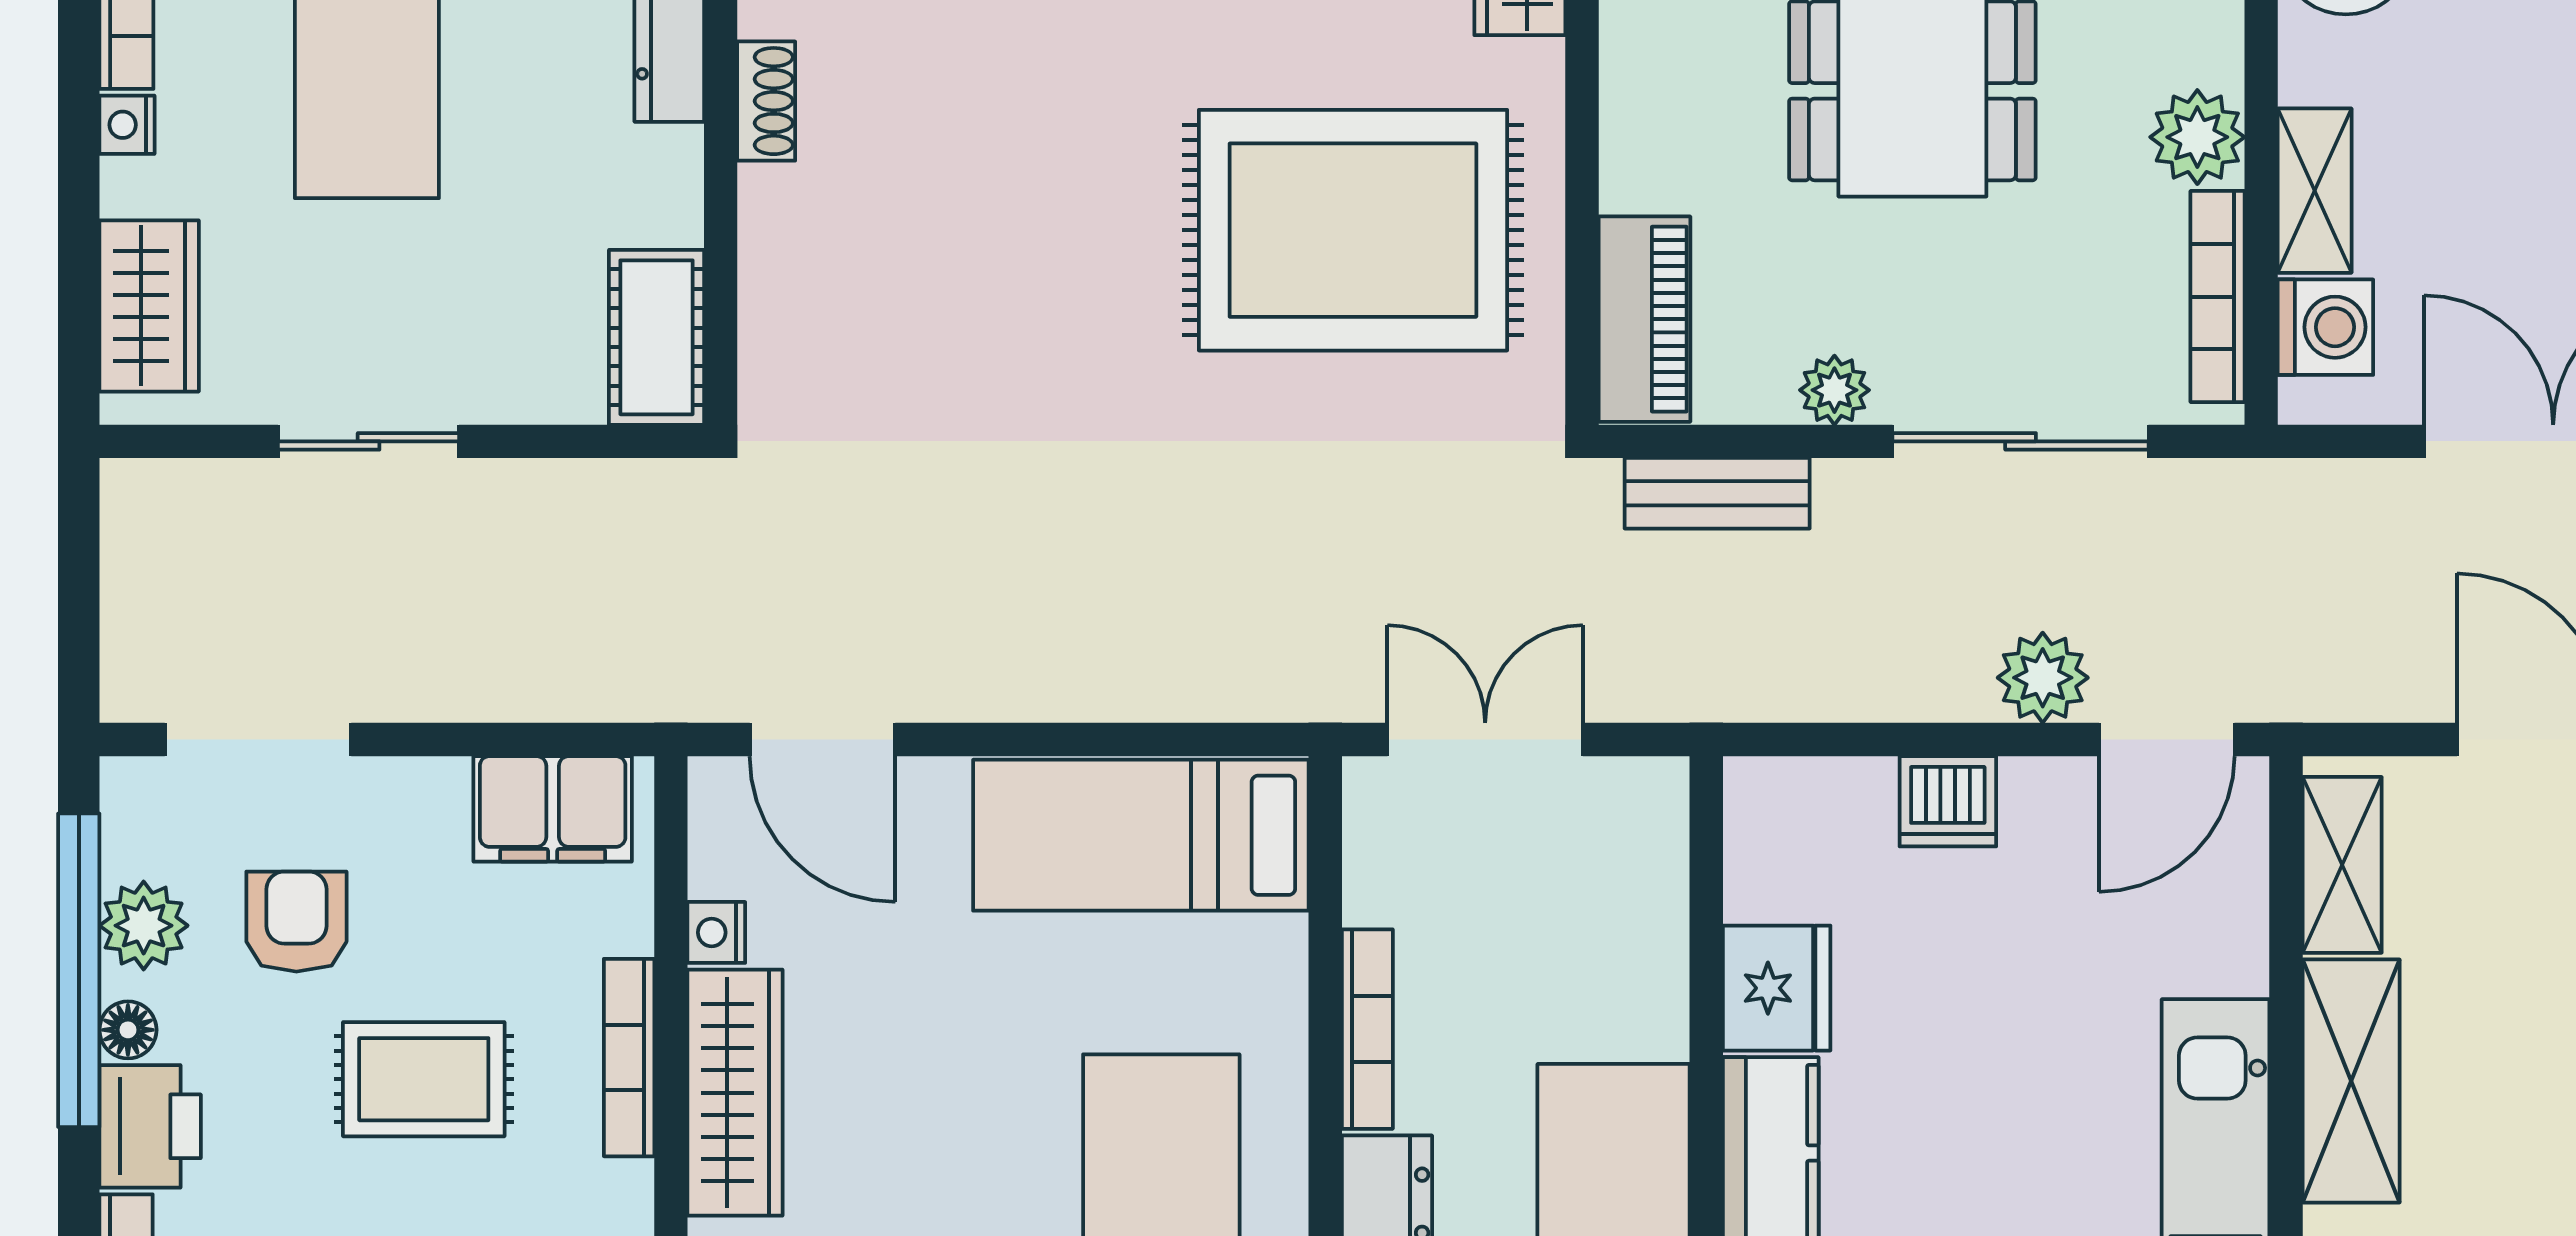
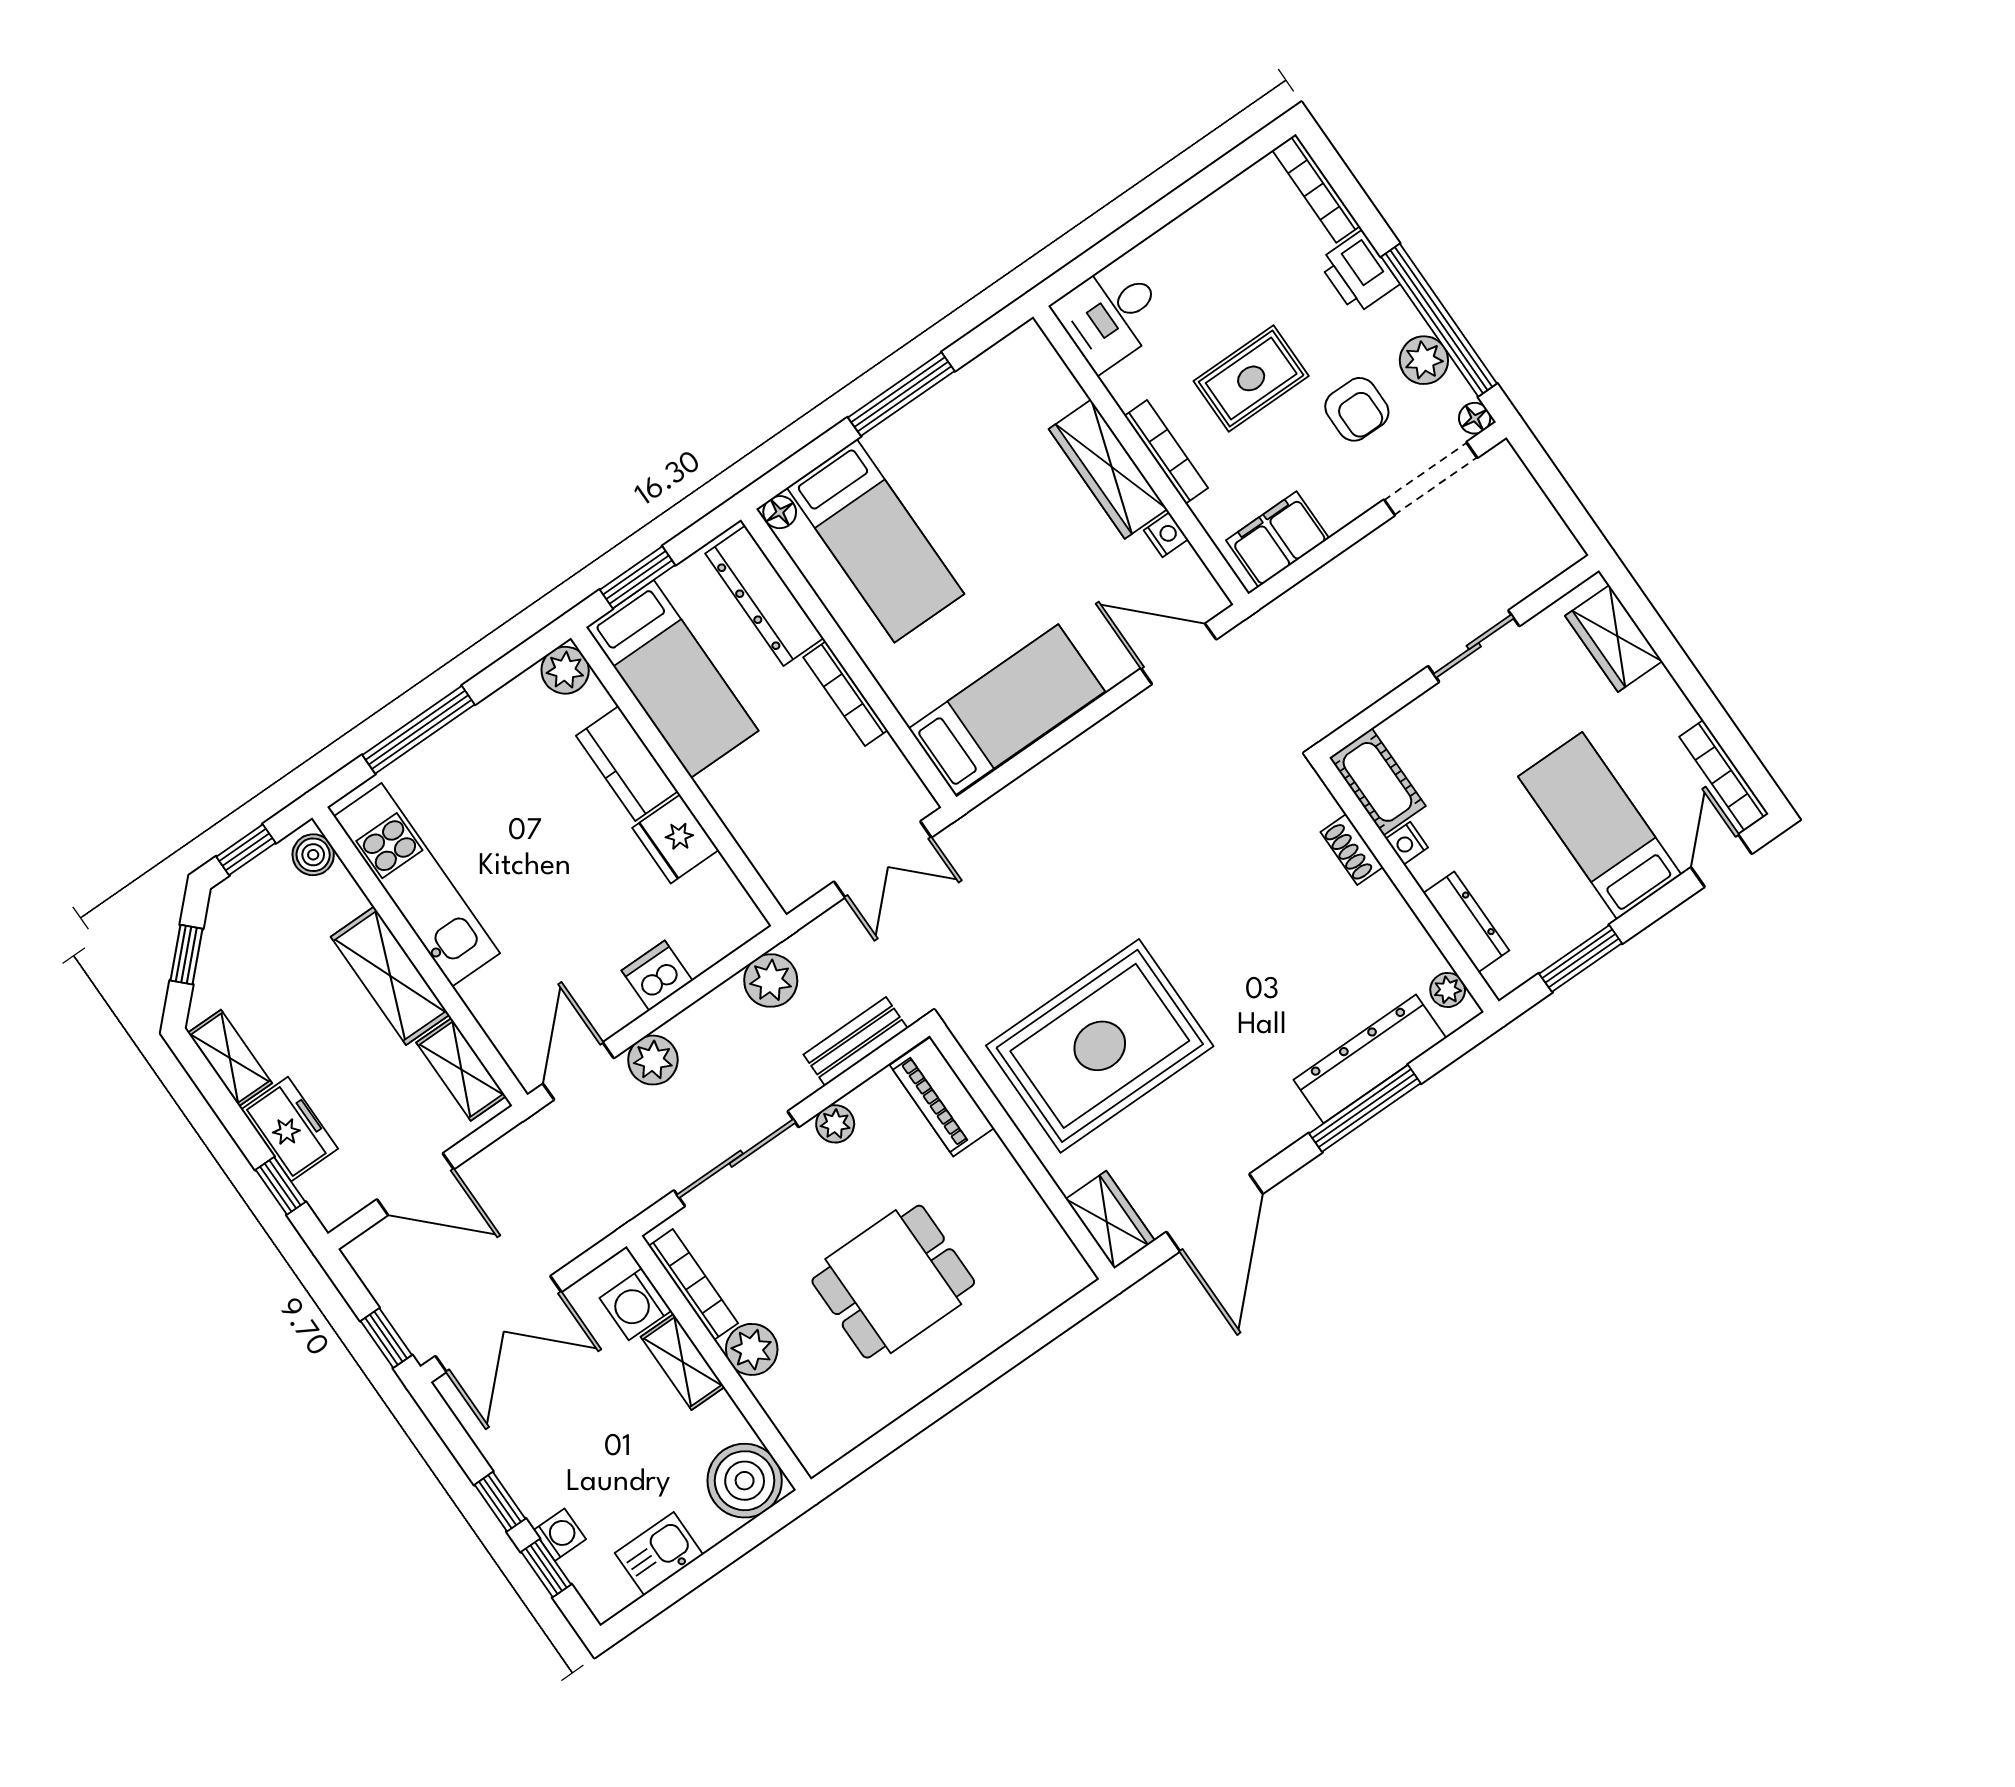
shoe rack: (766, 101) -> (1352, 849), moved
nightstand: (127, 125) -> (1407, 843), moved, turned 180
plant: (1781, 674) -> (771, 981), added
floor lamp: (128, 1030) -> (1475, 418), moved

